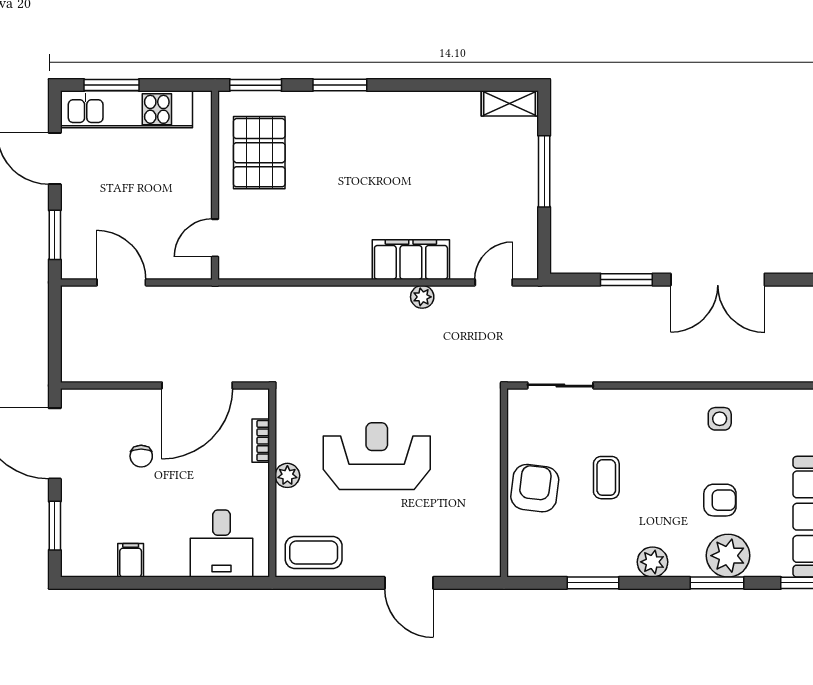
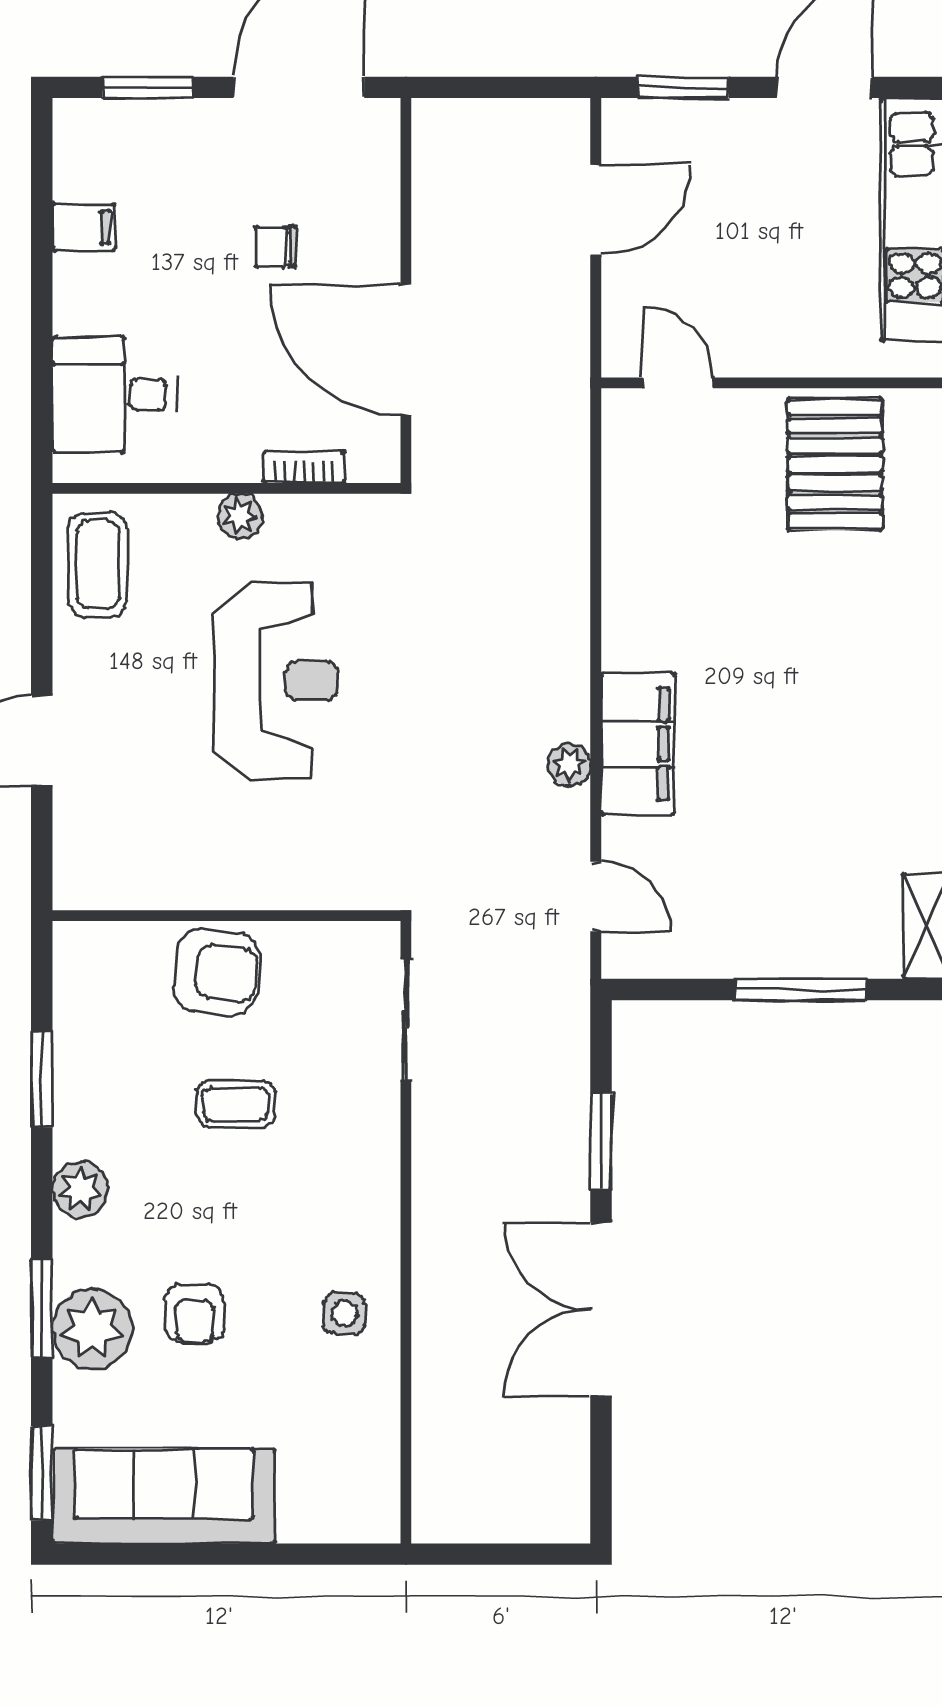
pallet: (259, 153) -> (835, 464), turned 90

